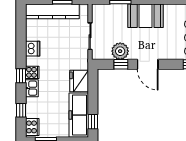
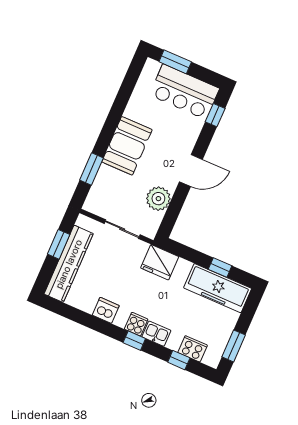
window: (121, 64) -> (176, 205), removed
fridge: (79, 81) -> (160, 262), moved
window: (93, 122) -> (220, 268), moved
cooker: (32, 127) -> (193, 349), moved

